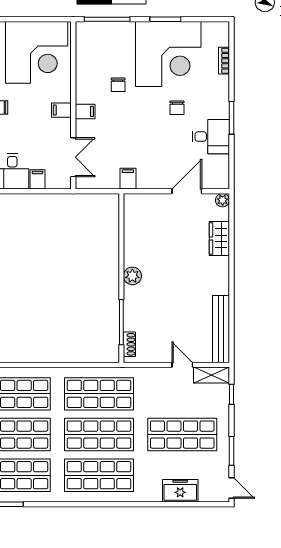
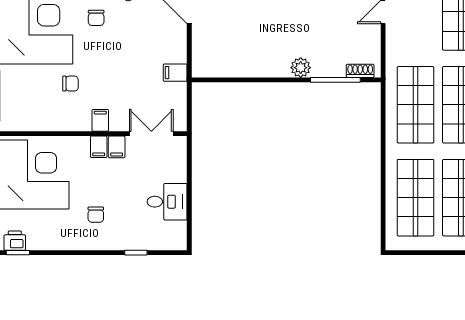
chair: (177, 108) -> (96, 18), turned 90
filing cabinet: (37, 179) -> (117, 147), moved, turned -90
plant: (132, 276) -> (301, 68), moved

